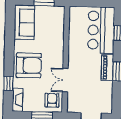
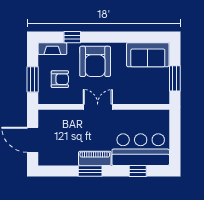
double door: (65, 80) -> (98, 107), moved
armchair: (52, 100) -> (60, 79), moved

